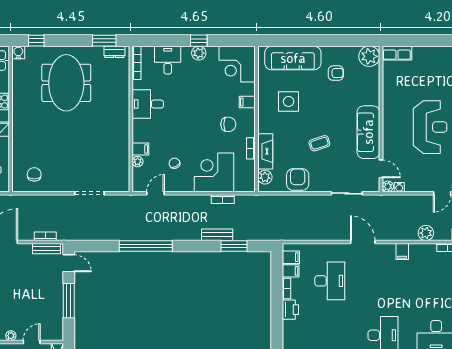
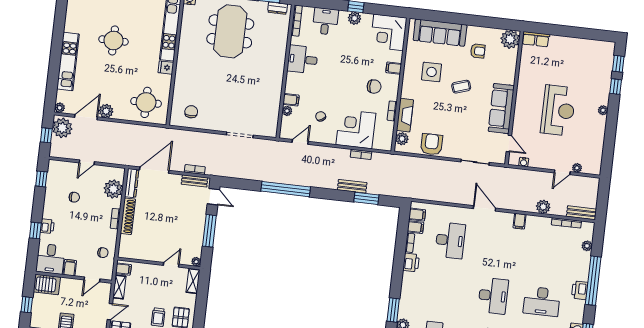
coffee table: (319, 143) -> (461, 87), moved
plant: (388, 186) -> (513, 160), removed
plant: (11, 336) -> (196, 262), moved

